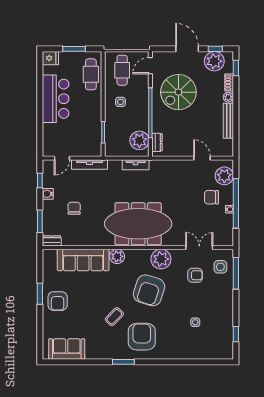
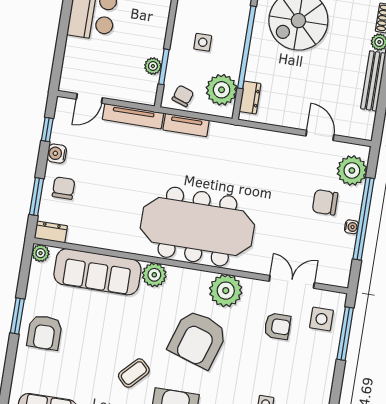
side table: (120, 102) -> (203, 42), moved
plant: (96, 133) -> (153, 66), added
chair: (117, 148) -> (183, 96), added
tv unit: (136, 165) -> (186, 125), moved
chair: (74, 208) -> (64, 188), moved
plant: (48, 254) -> (41, 253), added

